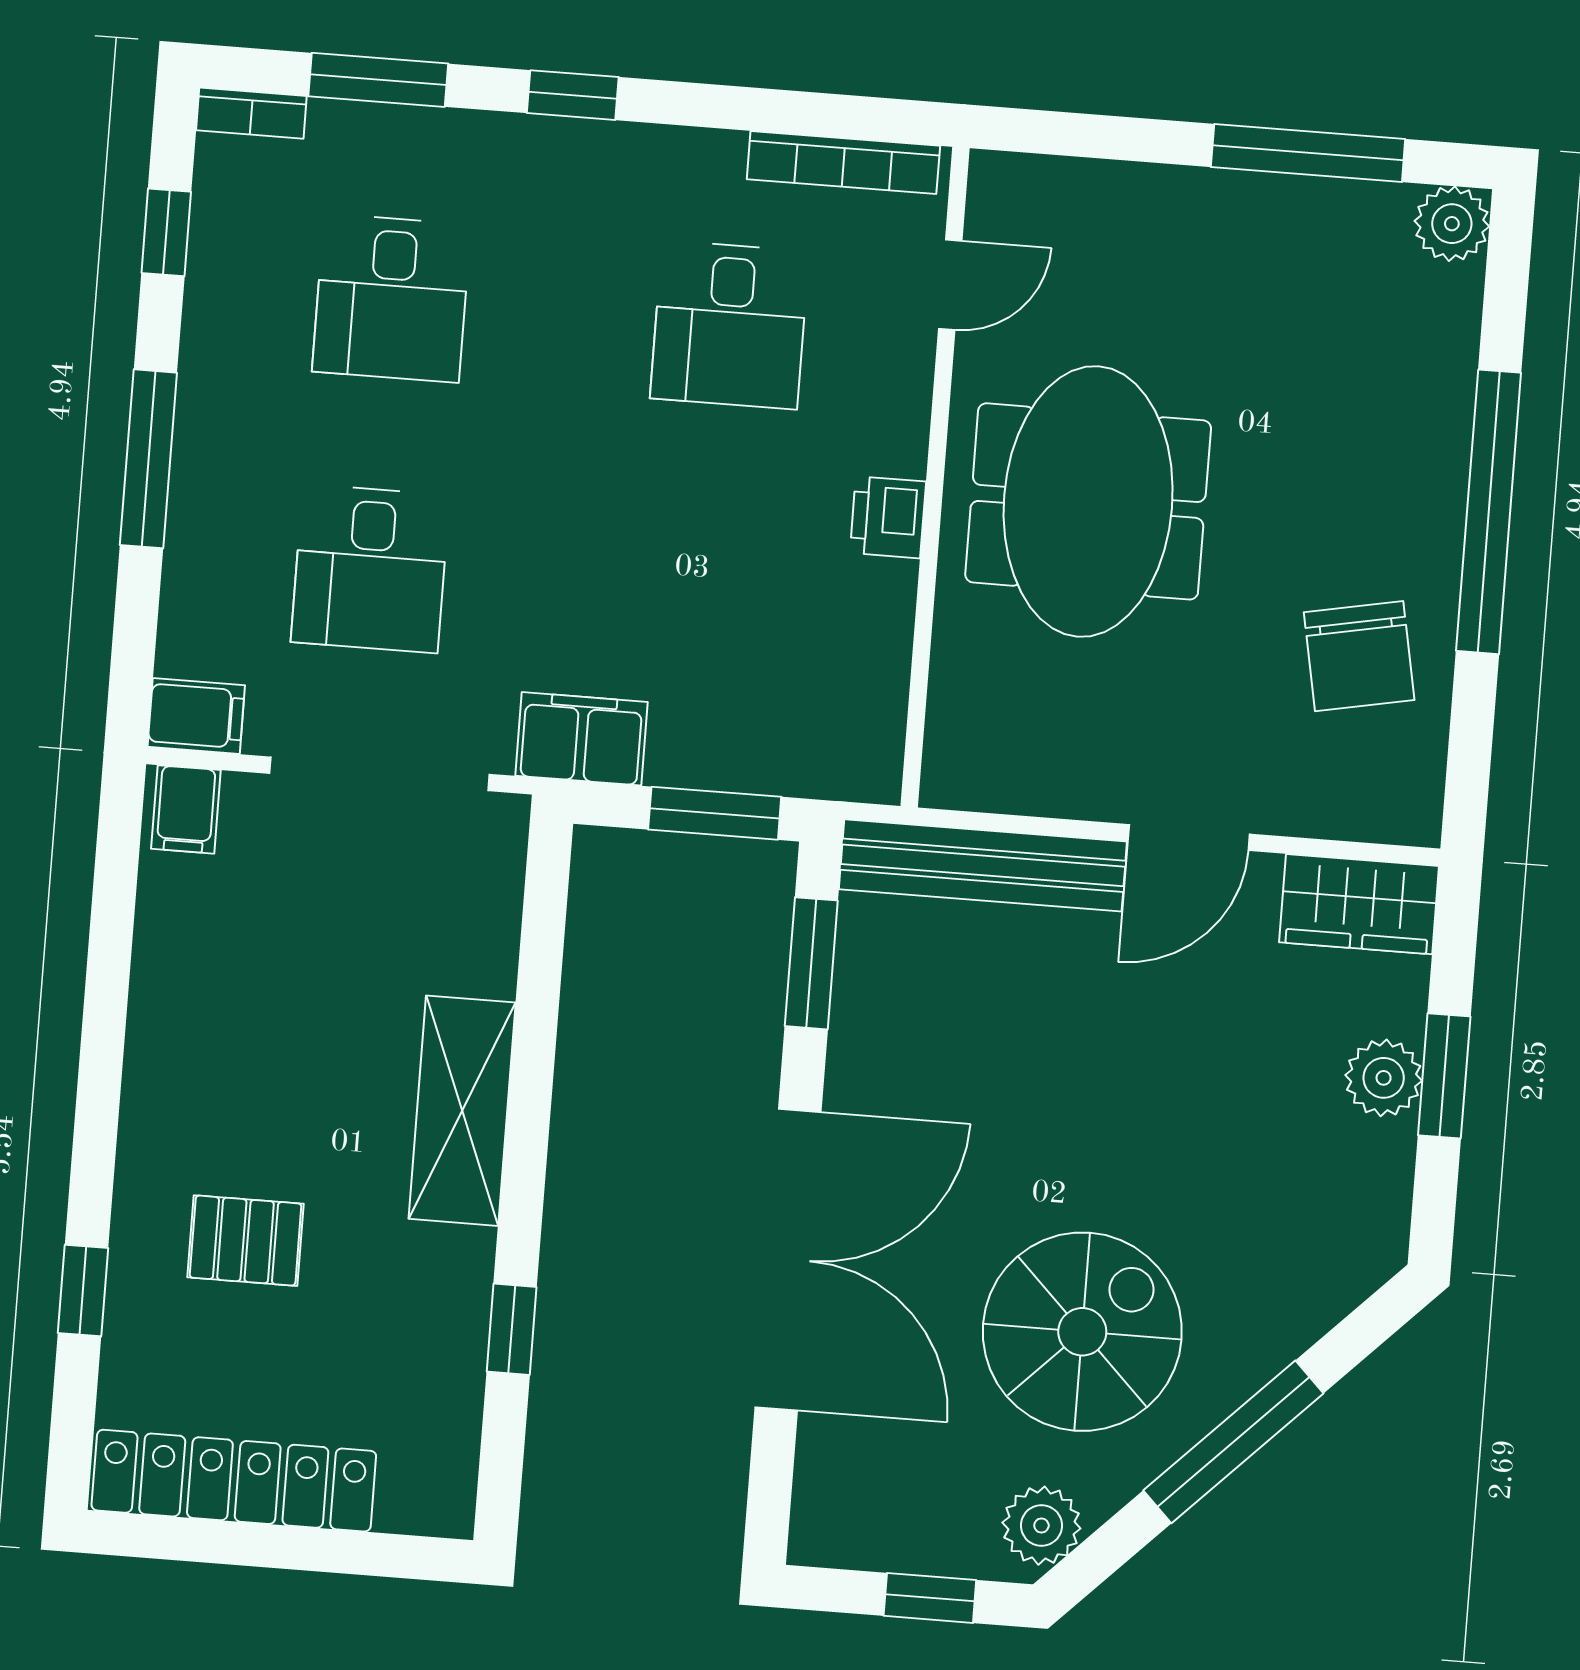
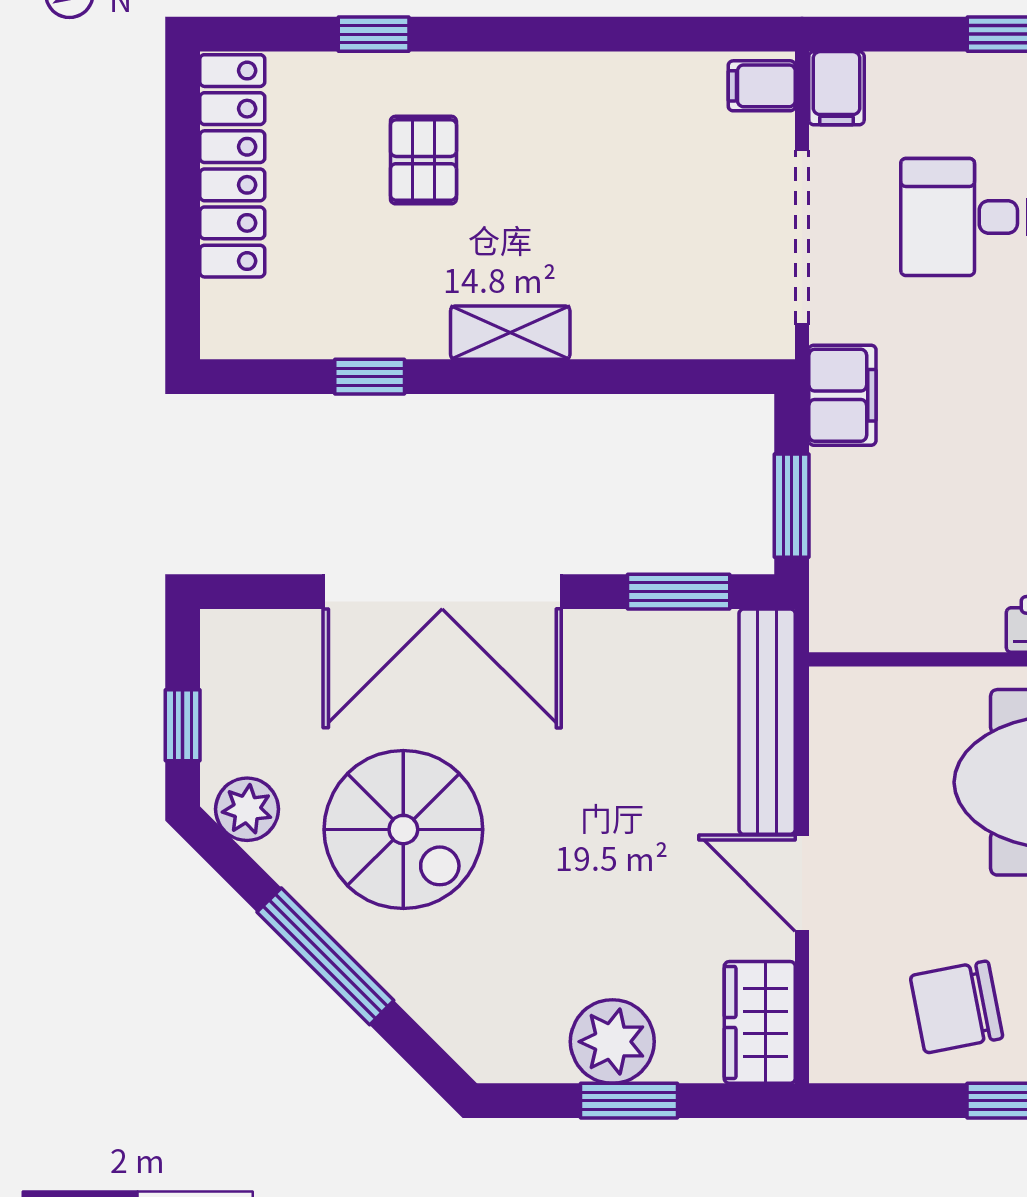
plant: (1384, 1078) -> (612, 1042), width x1.36, depth x1.36
shelving: (462, 1111) -> (510, 333), width x0.67, depth x0.75

